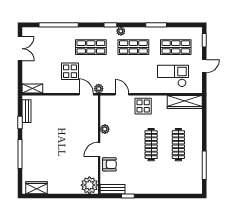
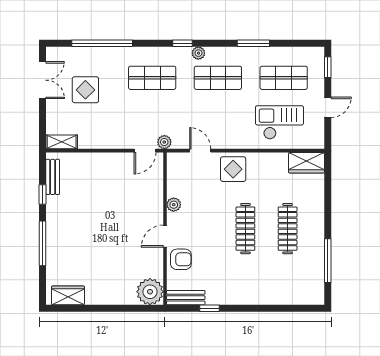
display table: (70, 71) -> (85, 90), moved
door: (86, 94) -> (145, 151), swing flipped
wardrobe: (185, 102) -> (306, 163), width x0.67

